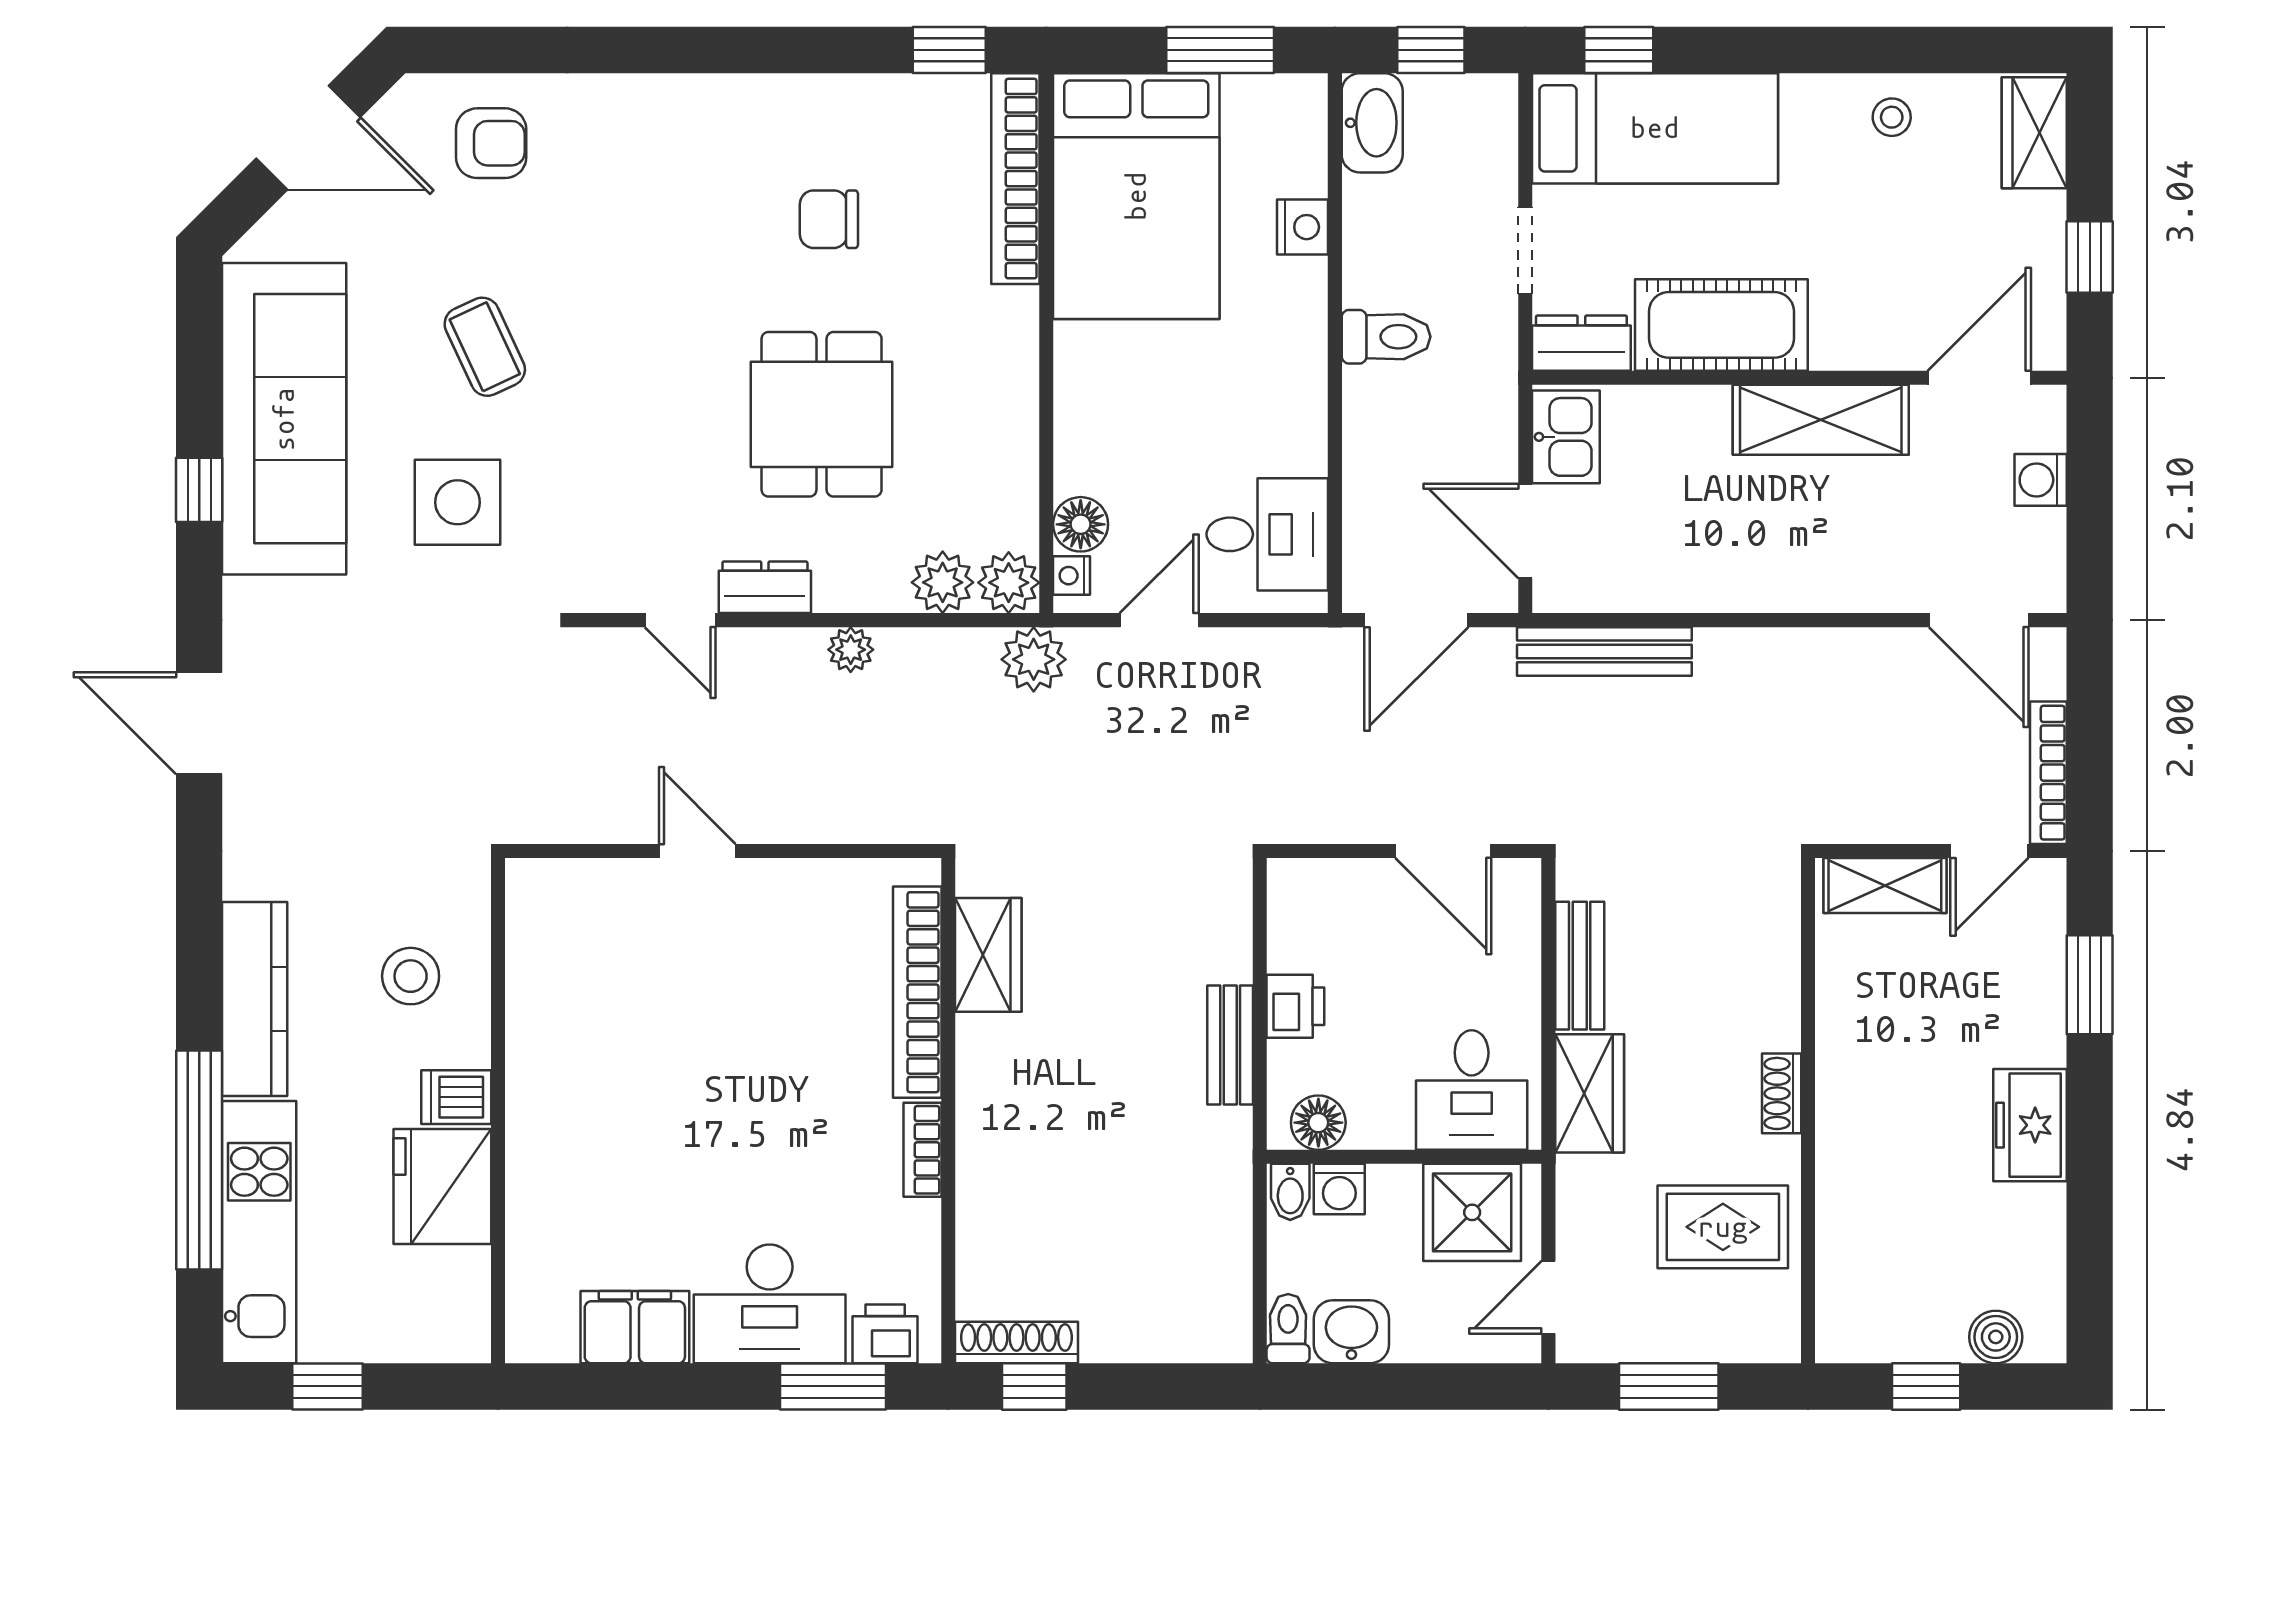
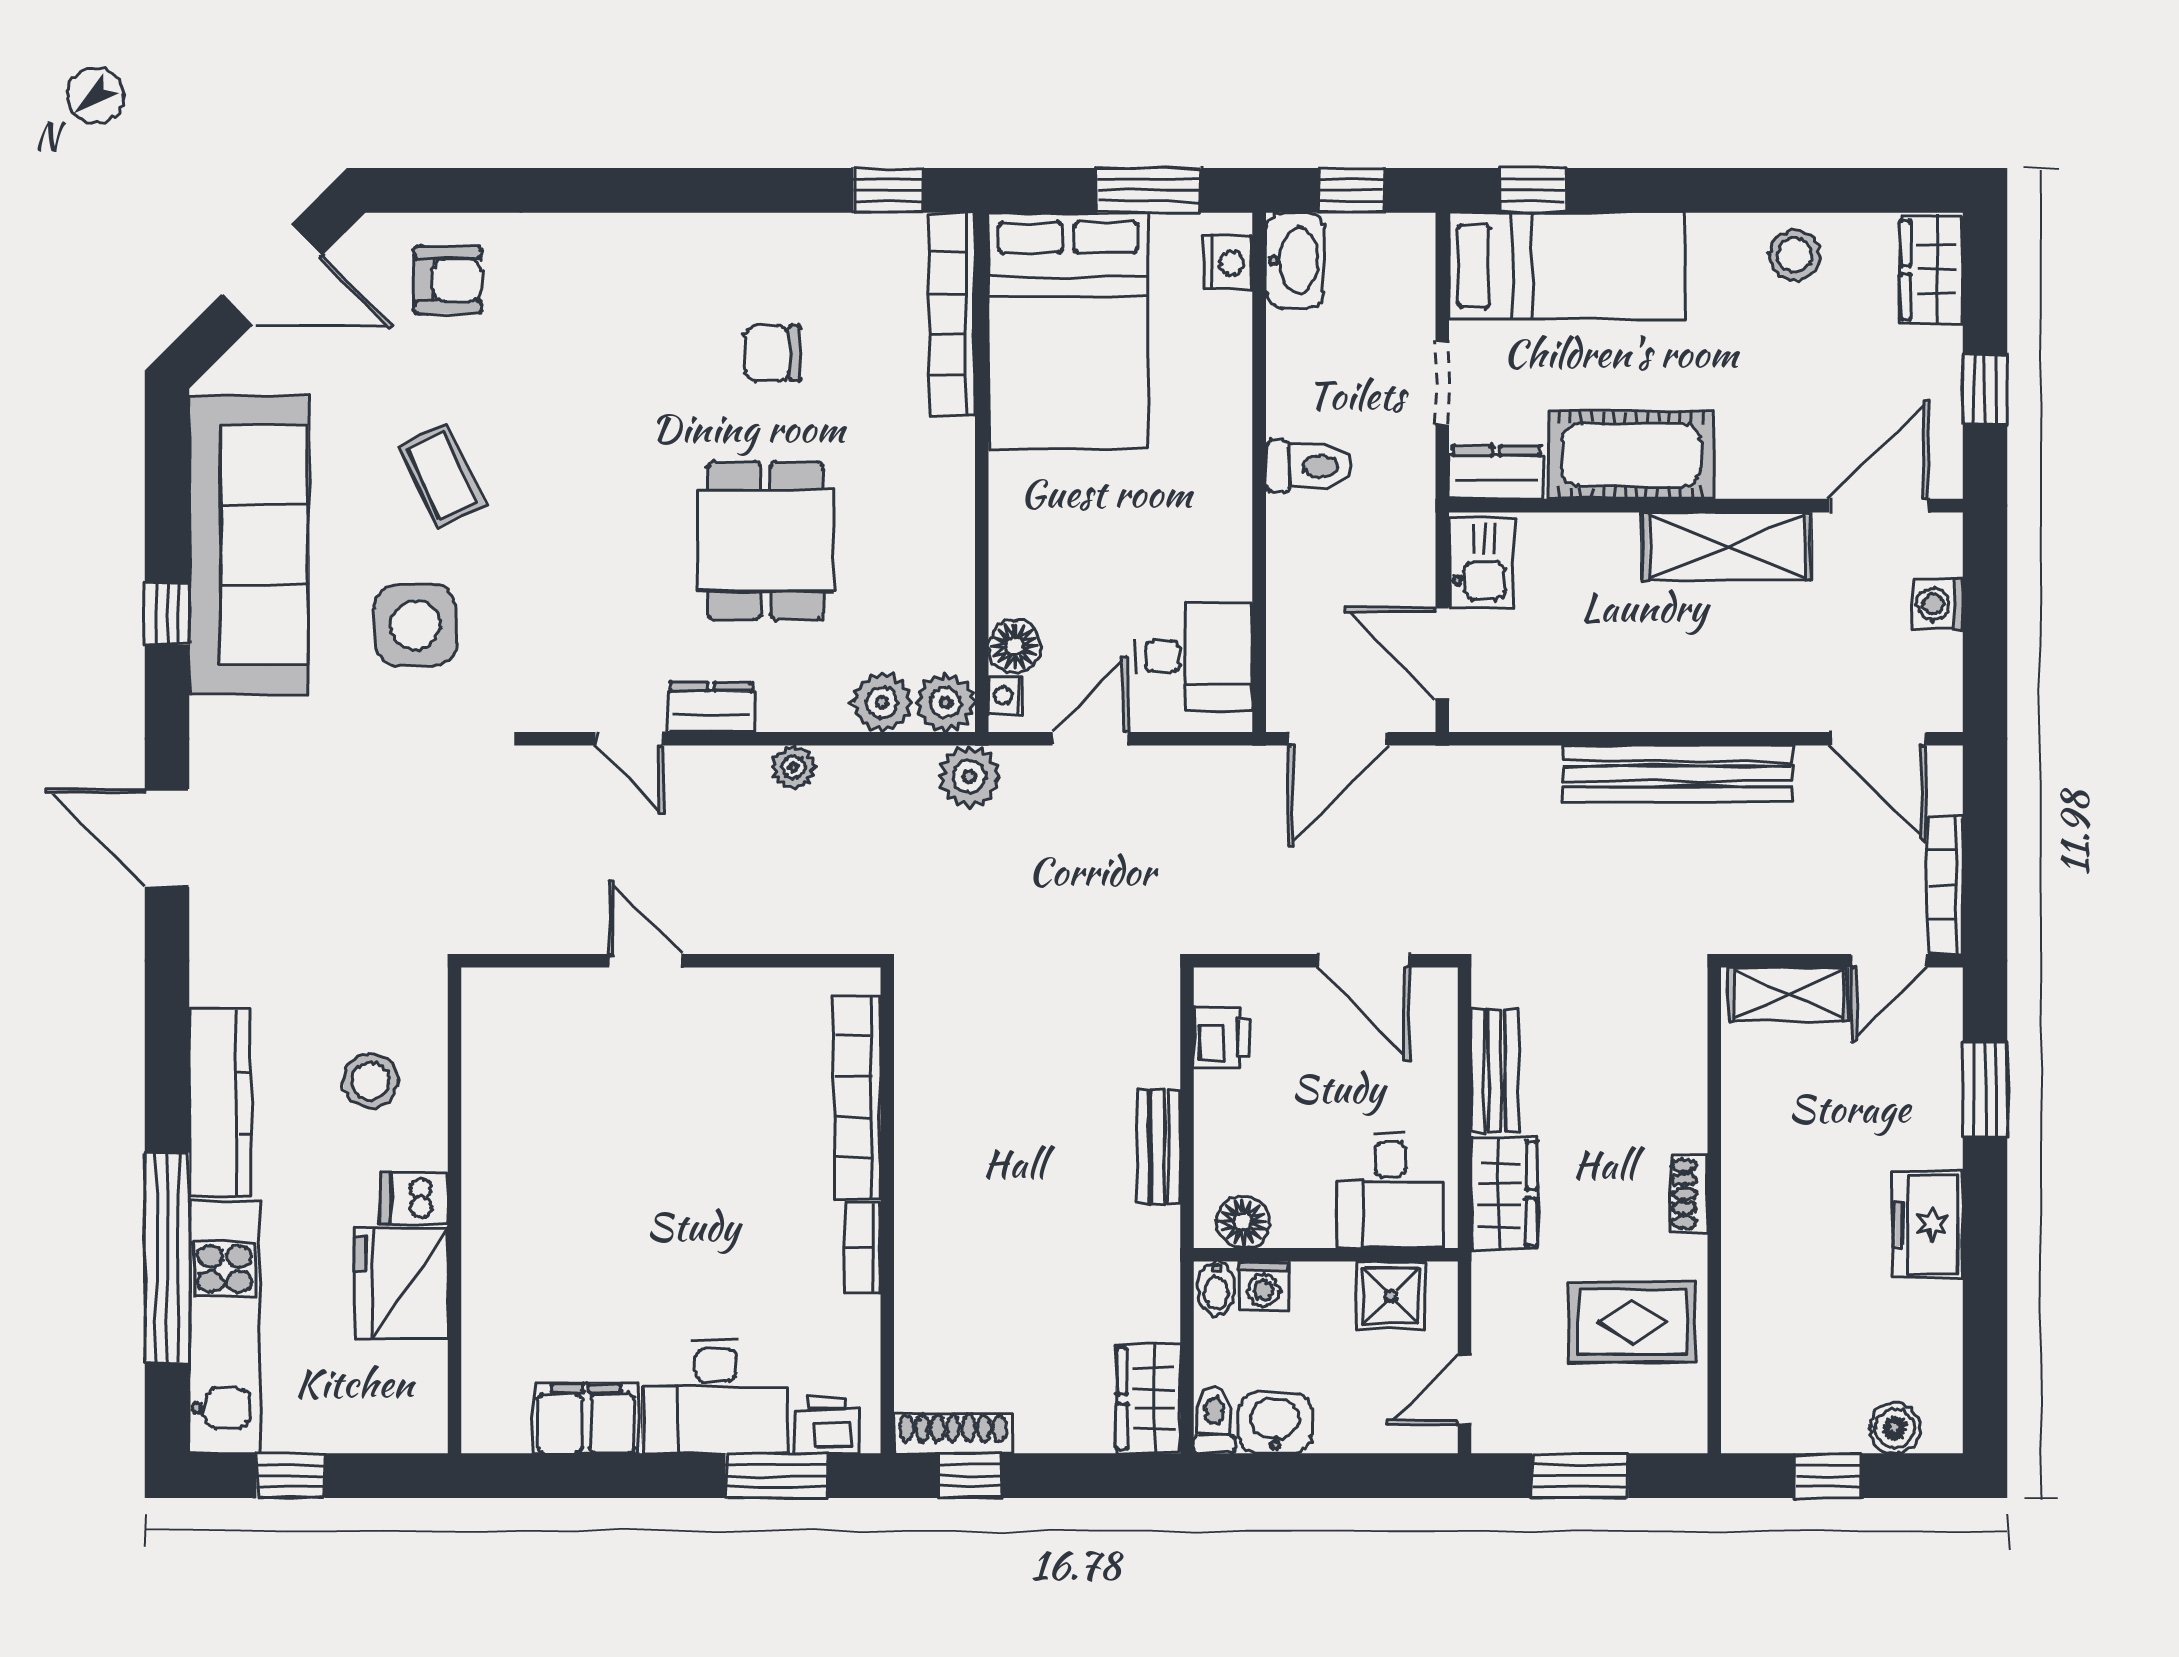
stool: (1892, 117) -> (1795, 255), width x1.37, depth x1.37
nightstand: (1303, 227) -> (1228, 263), moved
bench: (1604, 651) -> (1677, 774), moved, width x1.37, depth x1.21
wardrobe: (988, 955) -> (1149, 1399), moved, turned 180
printer: (1295, 1006) -> (1221, 1037), moved
shower: (1472, 1212) -> (1391, 1296), width x0.73, depth x0.73

